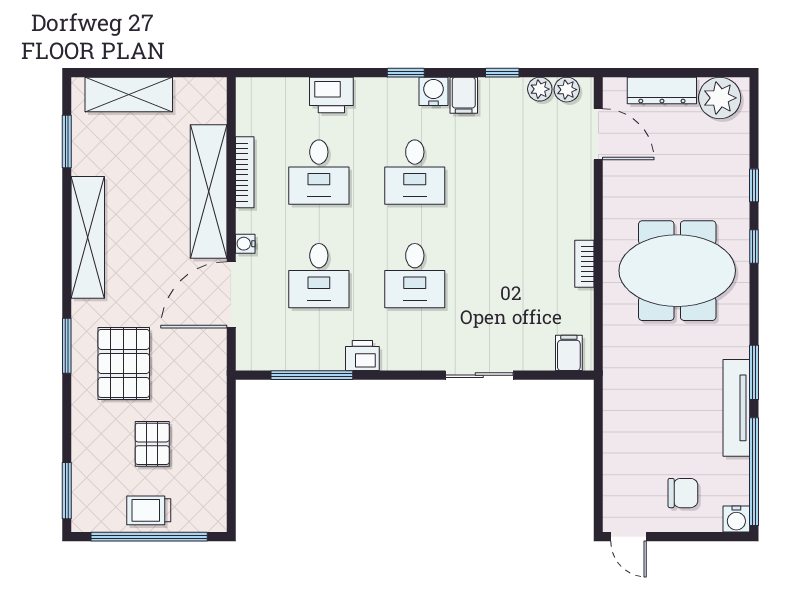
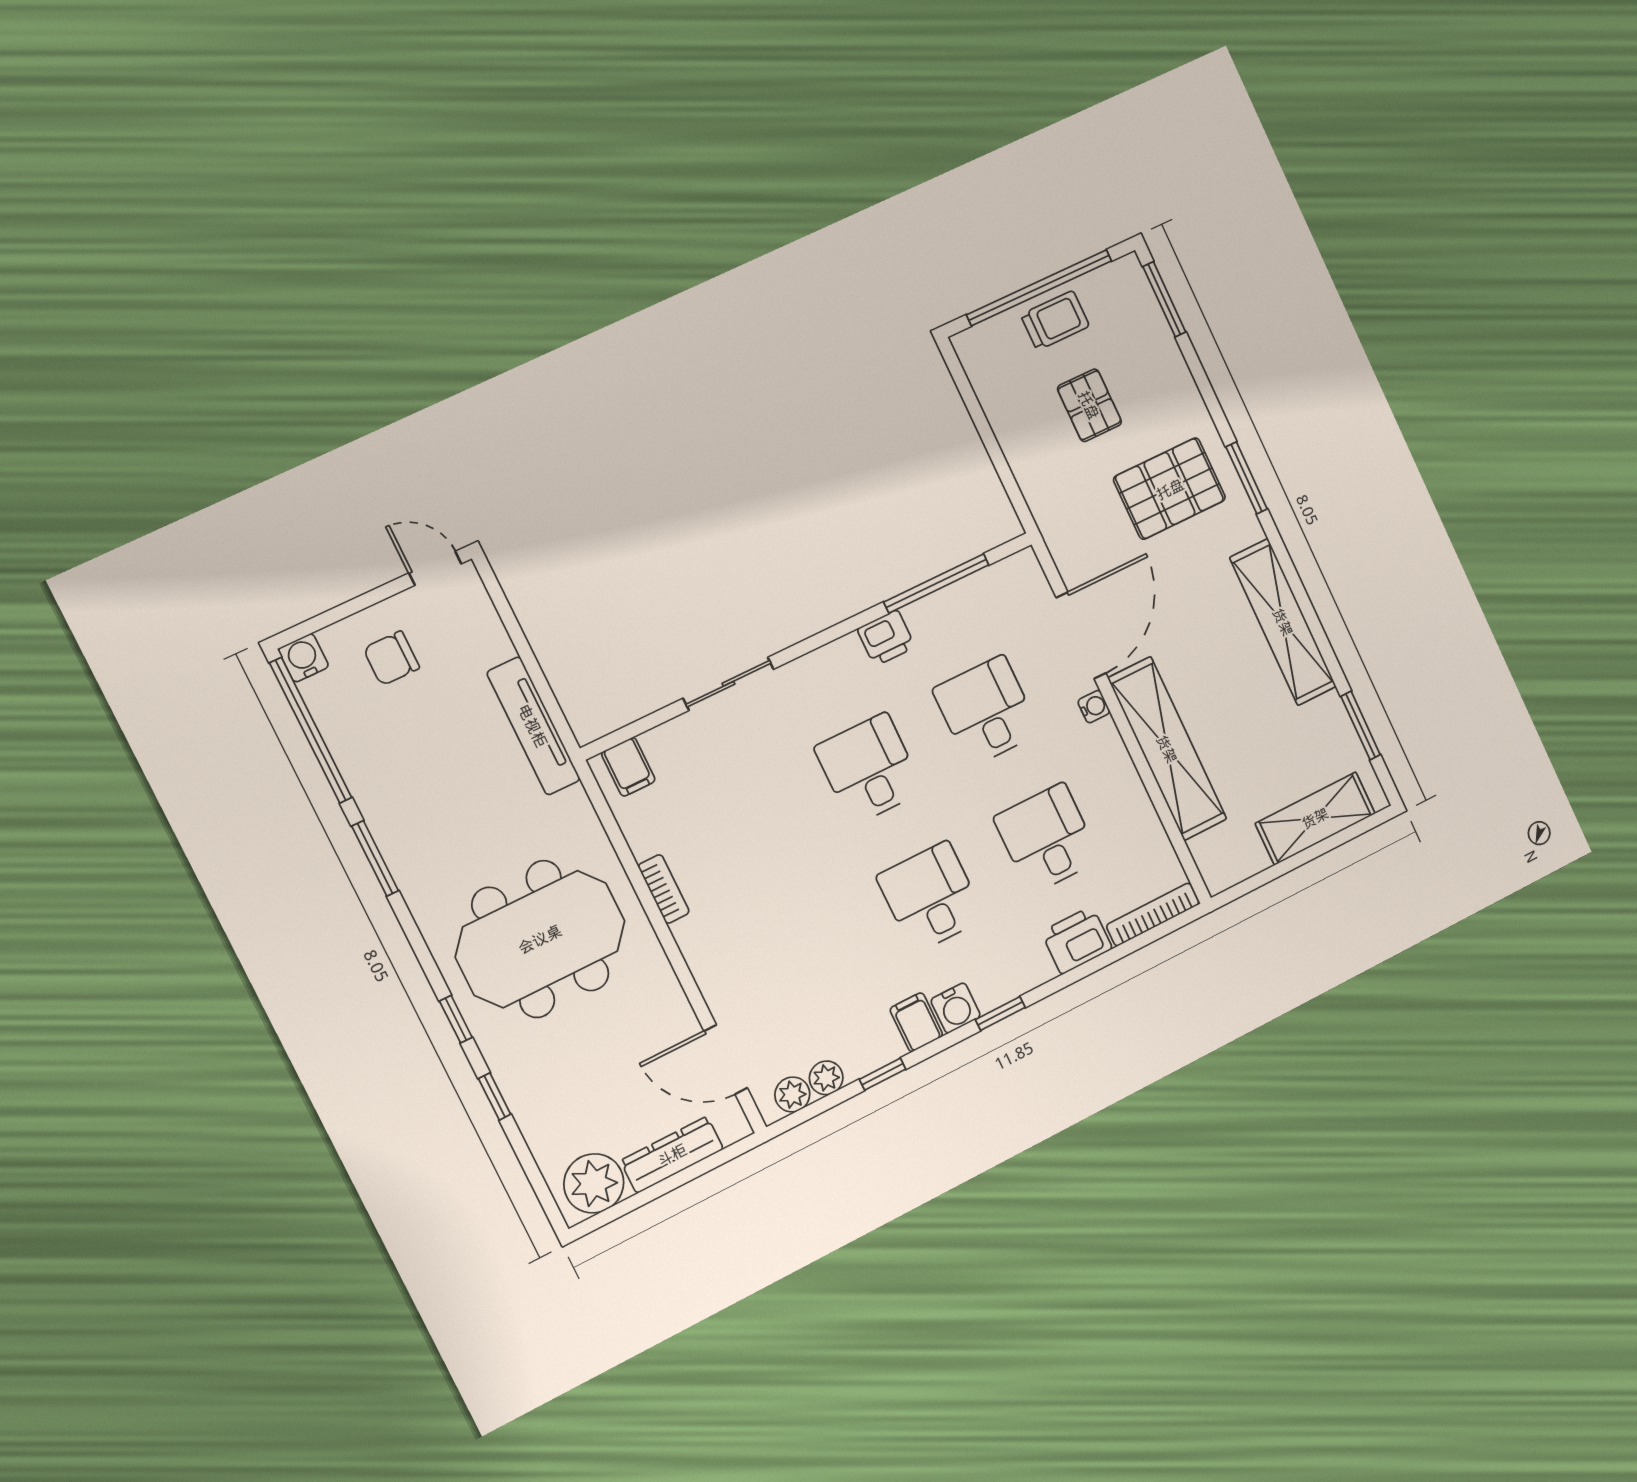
bookcase: (245, 172) -> (1153, 914), moved, turned 90
pallet: (124, 363) -> (1170, 489), turned 90
tv unit: (736, 408) -> (533, 726), moved, turned 180

